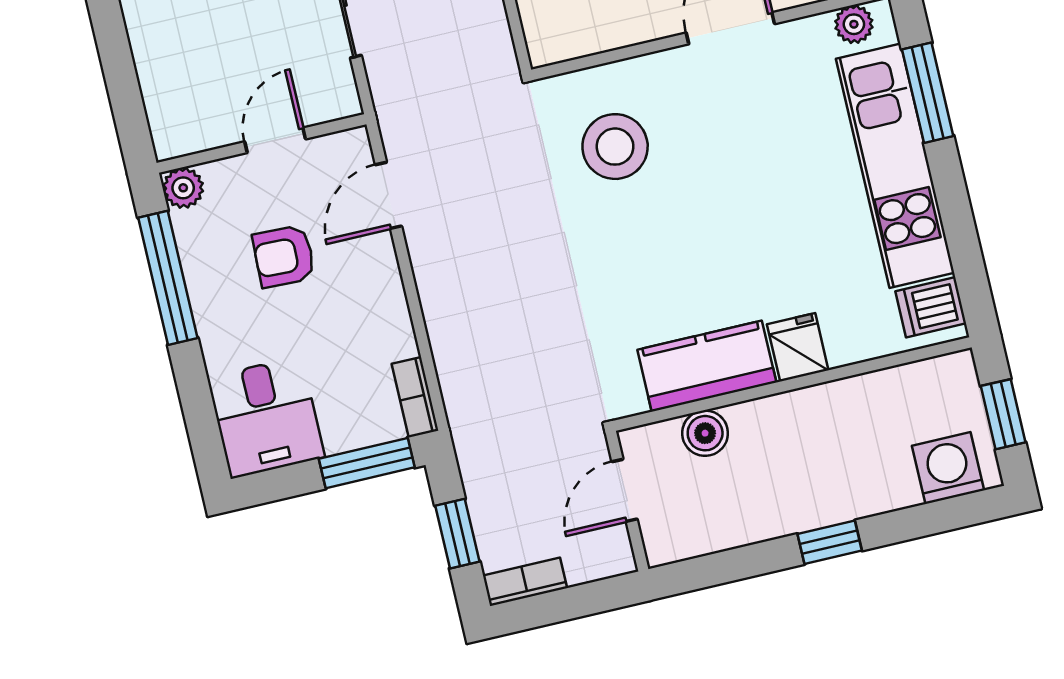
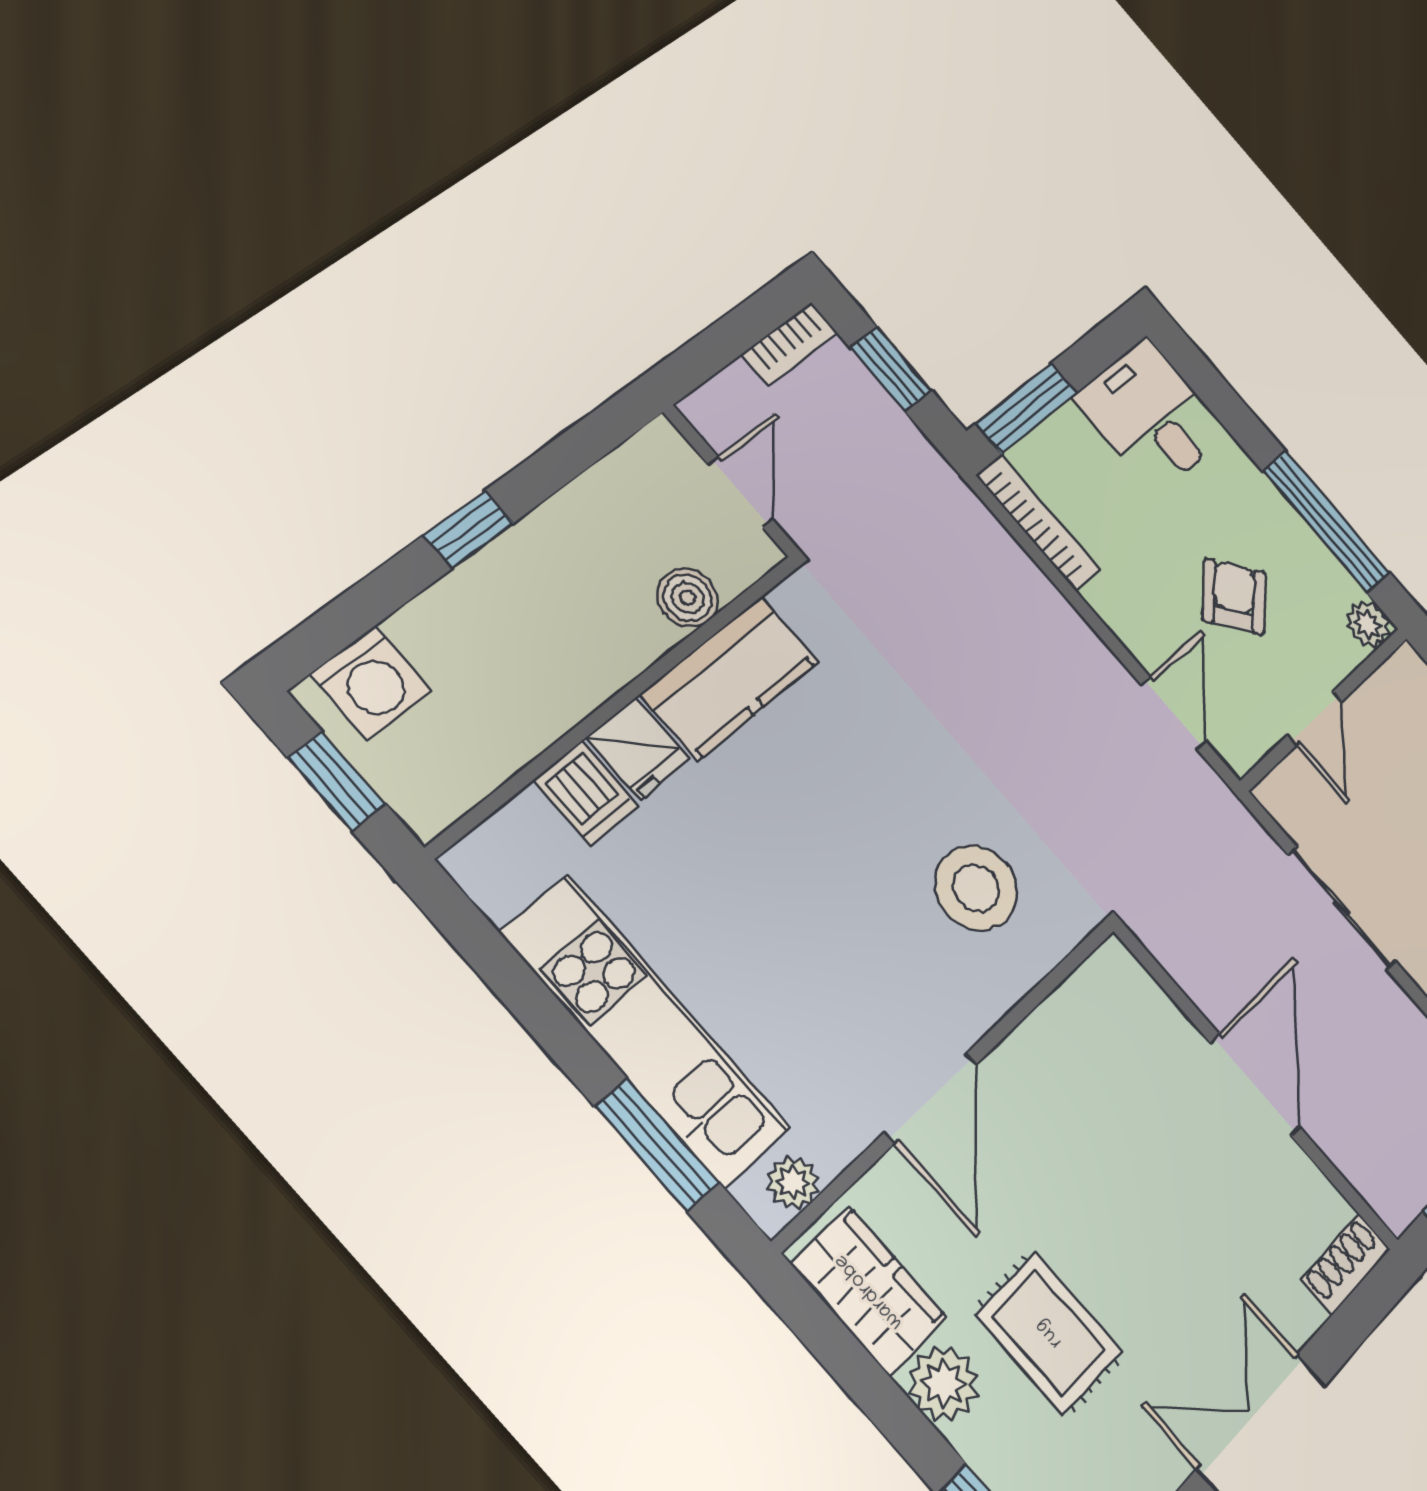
armchair: (284, 256) -> (1234, 597), turned -43
dishwasher: (931, 307) -> (586, 793), moved, turned 90
bookcase: (415, 397) -> (1038, 522), width x1.56

